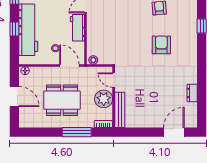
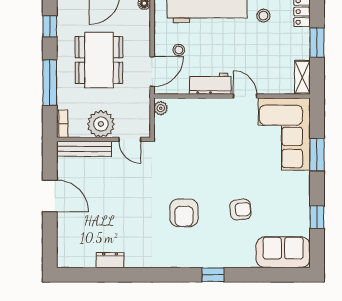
armchair: (161, 45) -> (184, 213), turned 90
door: (114, 80) -> (130, 139), swing flipped
window: (40, 132) -> (50, 26), added
door: (174, 132) -> (50, 196), moved

